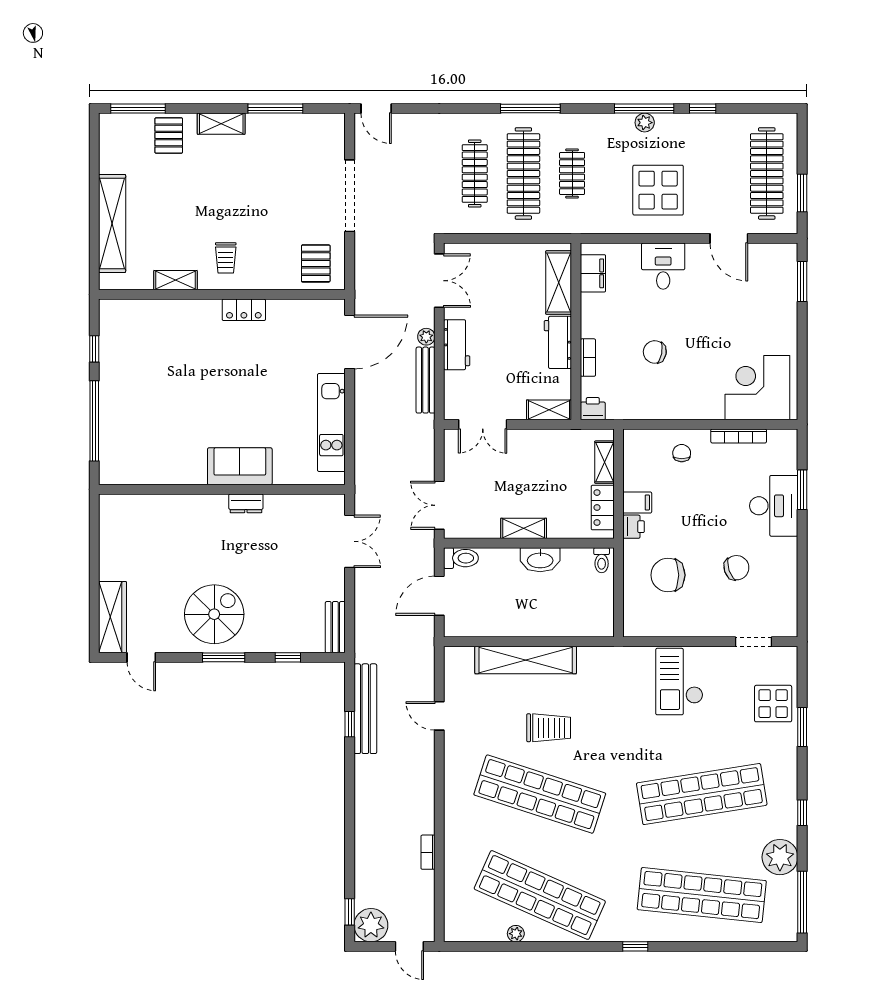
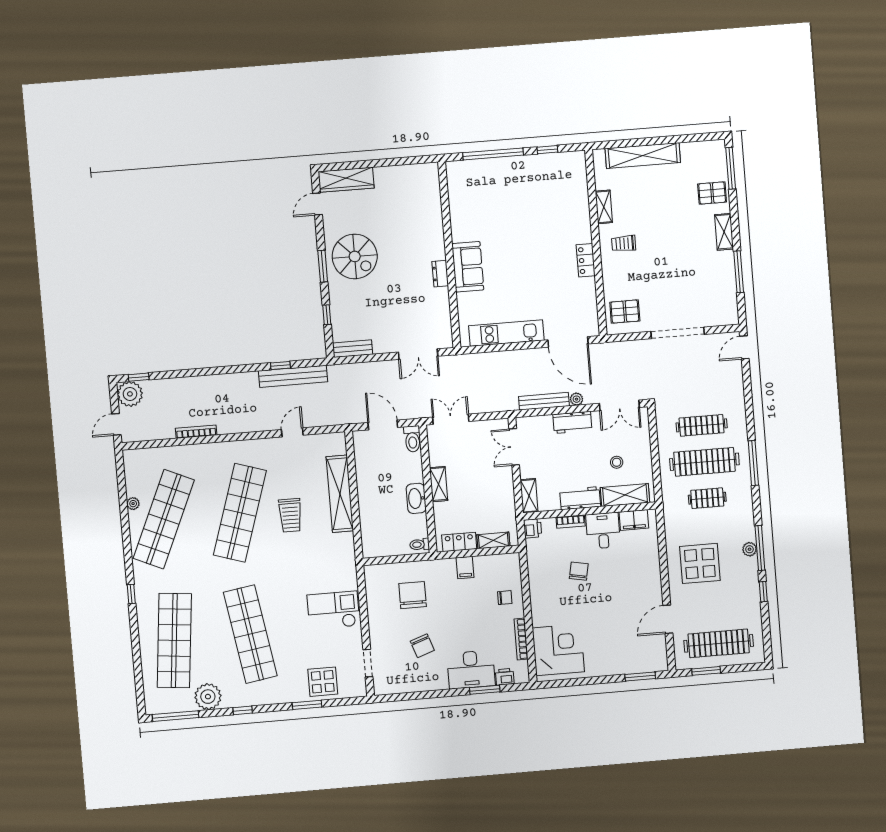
desk: (663, 266) -> (603, 531), moved, turned -90
stool: (514, 290) -> (617, 462), added
printer: (634, 527) -> (505, 677), moved, turned 180
bookcase: (428, 852) -> (196, 432), width x1.56

